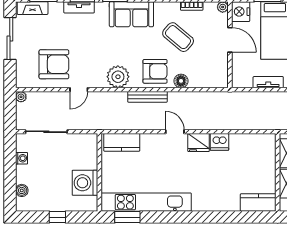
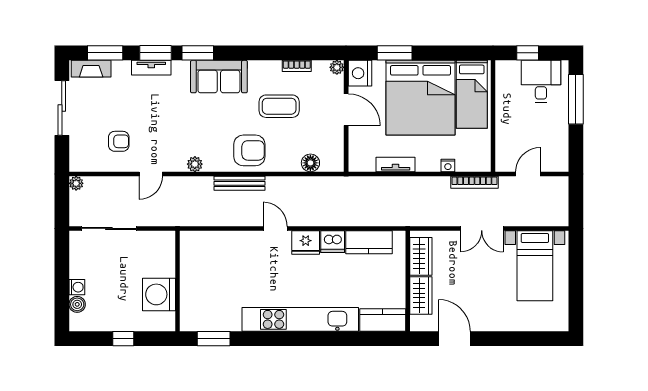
coffee table: (178, 37) -> (279, 106), turned -40
armchair: (54, 64) -> (119, 141), width x0.53, depth x0.53
plant: (118, 77) -> (195, 164), width x0.53, depth x0.53
floor lamp: (181, 81) -> (310, 163), moved
kitchen counter: (122, 142) -> (369, 242), moved
washing machine: (21, 158) -> (77, 287), moved
kitchen unit: (146, 202) -> (300, 319), moved

